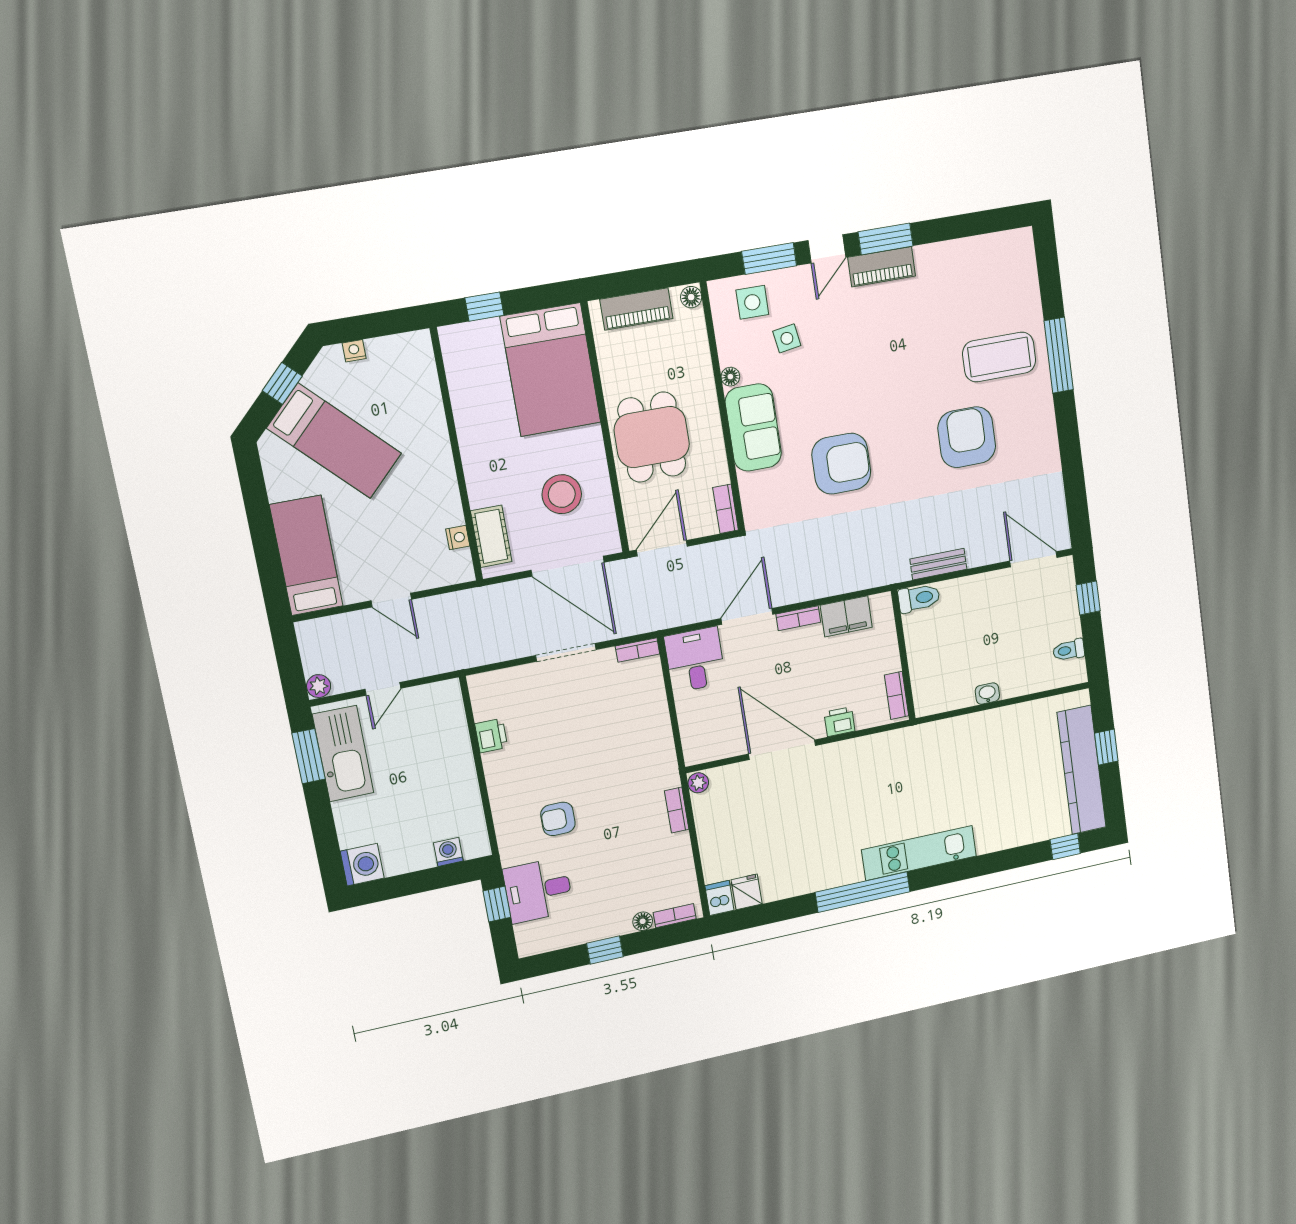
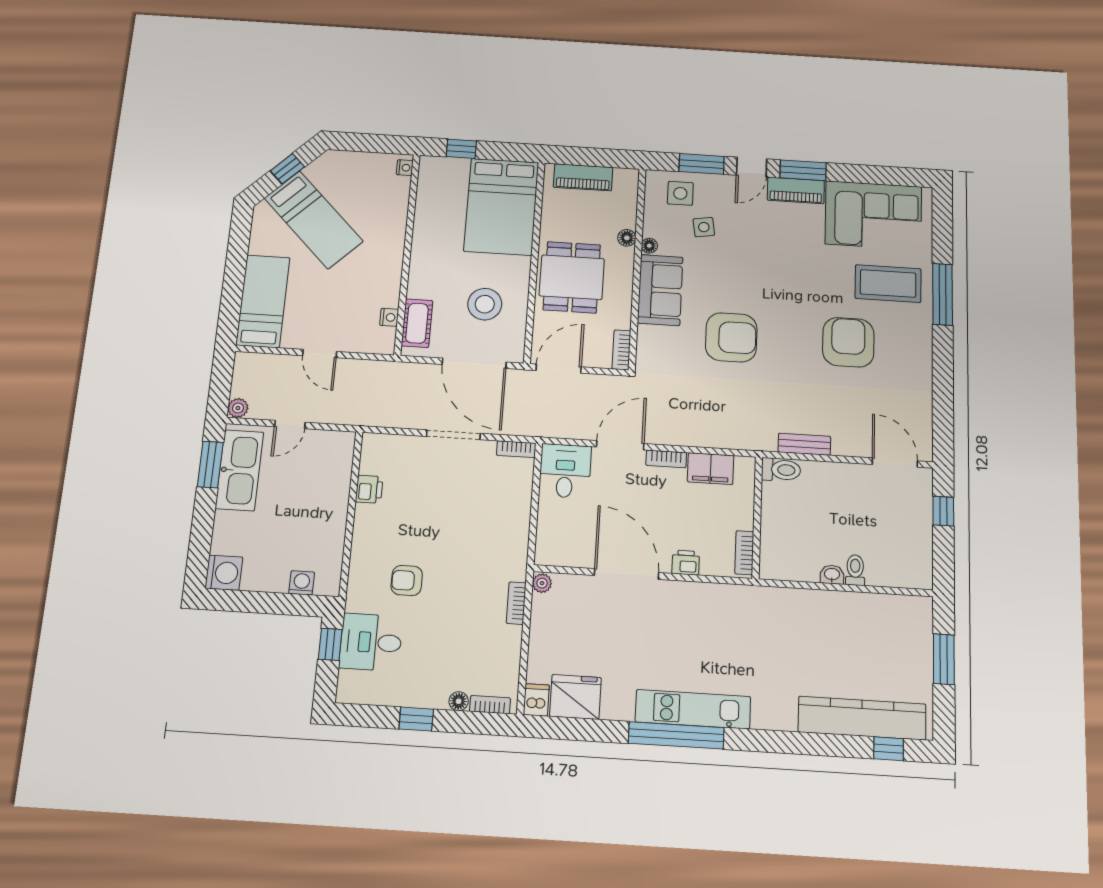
corner sofa: (972, 277) -> (873, 215), added
floor lamp: (691, 297) -> (627, 238), moved
nightstand: (354, 351) -> (405, 168), moved, turned 90
toilet: (1069, 650) -> (855, 570), moved, turned 90
window: (1106, 747) -> (944, 659), width x1.50
kitchen counter: (1082, 770) -> (862, 718), moved, turned 90
kitchen unit: (919, 853) -> (693, 709), moved
fridge: (747, 892) -> (575, 697), width x1.88, depth x1.34

